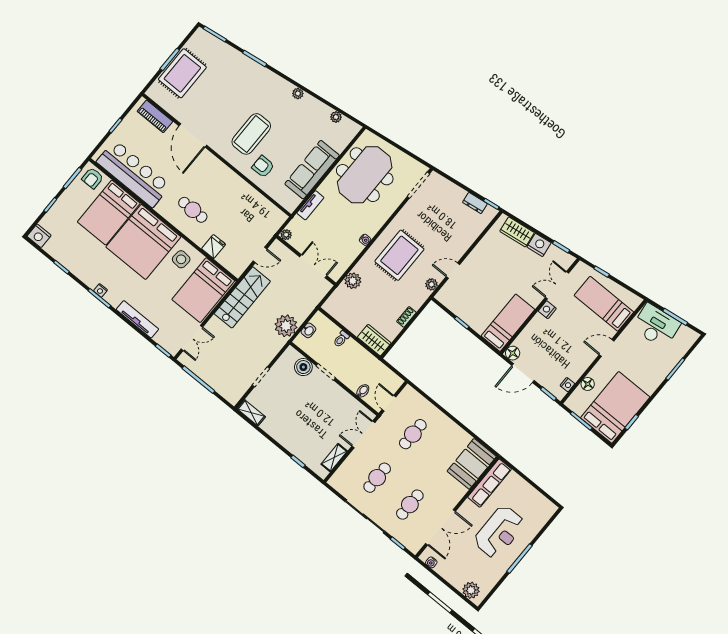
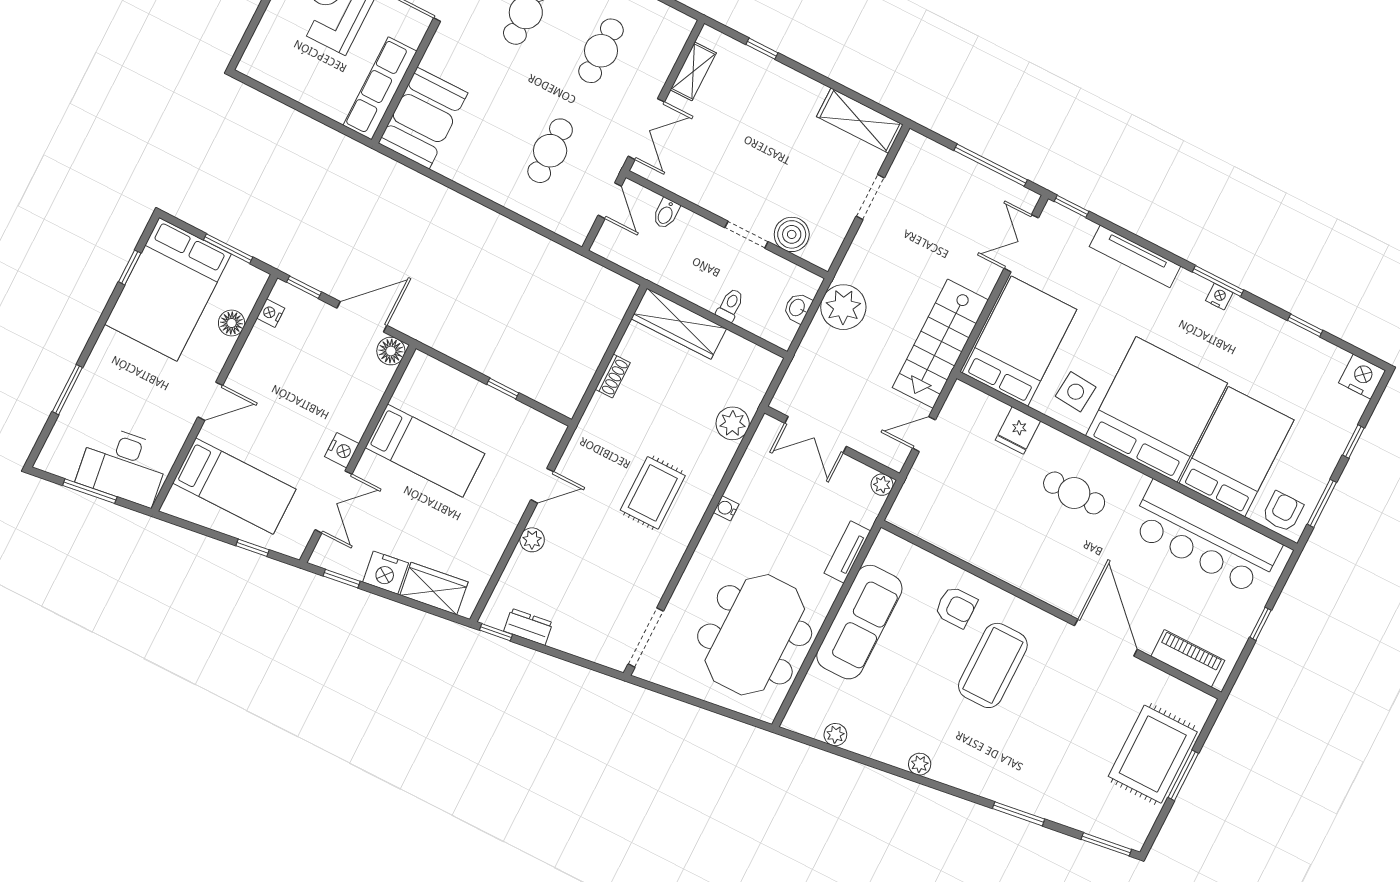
rug: (399, 255) -> (653, 493), width x0.73, depth x0.70
plant: (431, 284) -> (532, 540), moved
bed: (508, 323) -> (425, 451), moved, turned -90
wardrobe: (374, 340) -> (679, 324), width x1.50
shelving: (251, 413) -> (860, 121), width x1.50, depth x1.33

